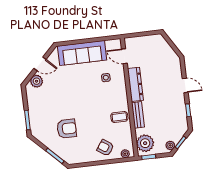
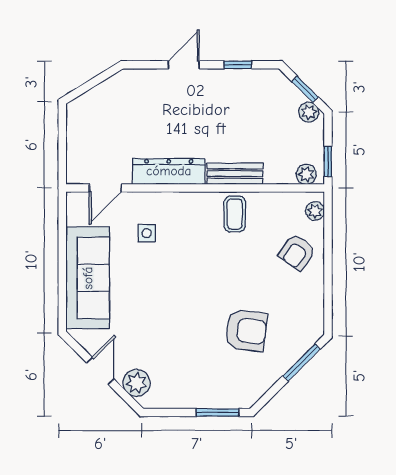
armchair: (67, 129) -> (246, 330), turned 97
plant: (145, 143) -> (306, 174), width x0.53, depth x0.53

